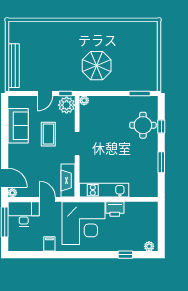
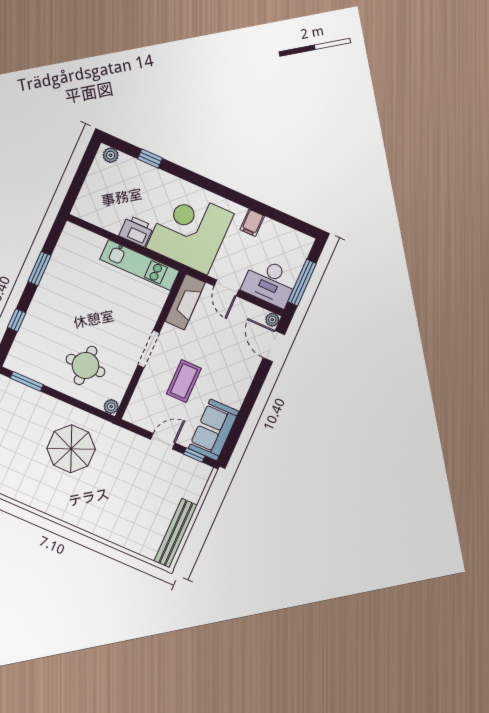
bench: (14, 66) -> (176, 533), moved
window: (65, 93) -> (194, 455), moved
plant: (67, 105) -> (139, 411), removed
round table: (143, 125) -> (86, 365), moved
sofa: (18, 126) -> (214, 430), moved

